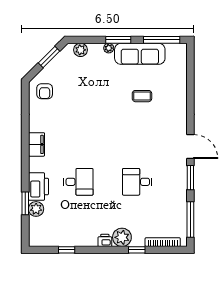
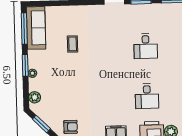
sofa: (140, 54) -> (36, 28), moved
desk: (78, 182) -> (147, 96), turned 180

